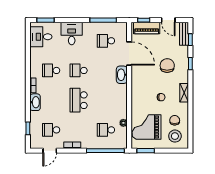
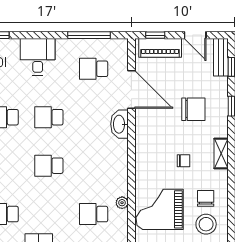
chair: (167, 66) -> (193, 109), turned 90
school desk: (79, 100) -> (49, 166), width x0.54

